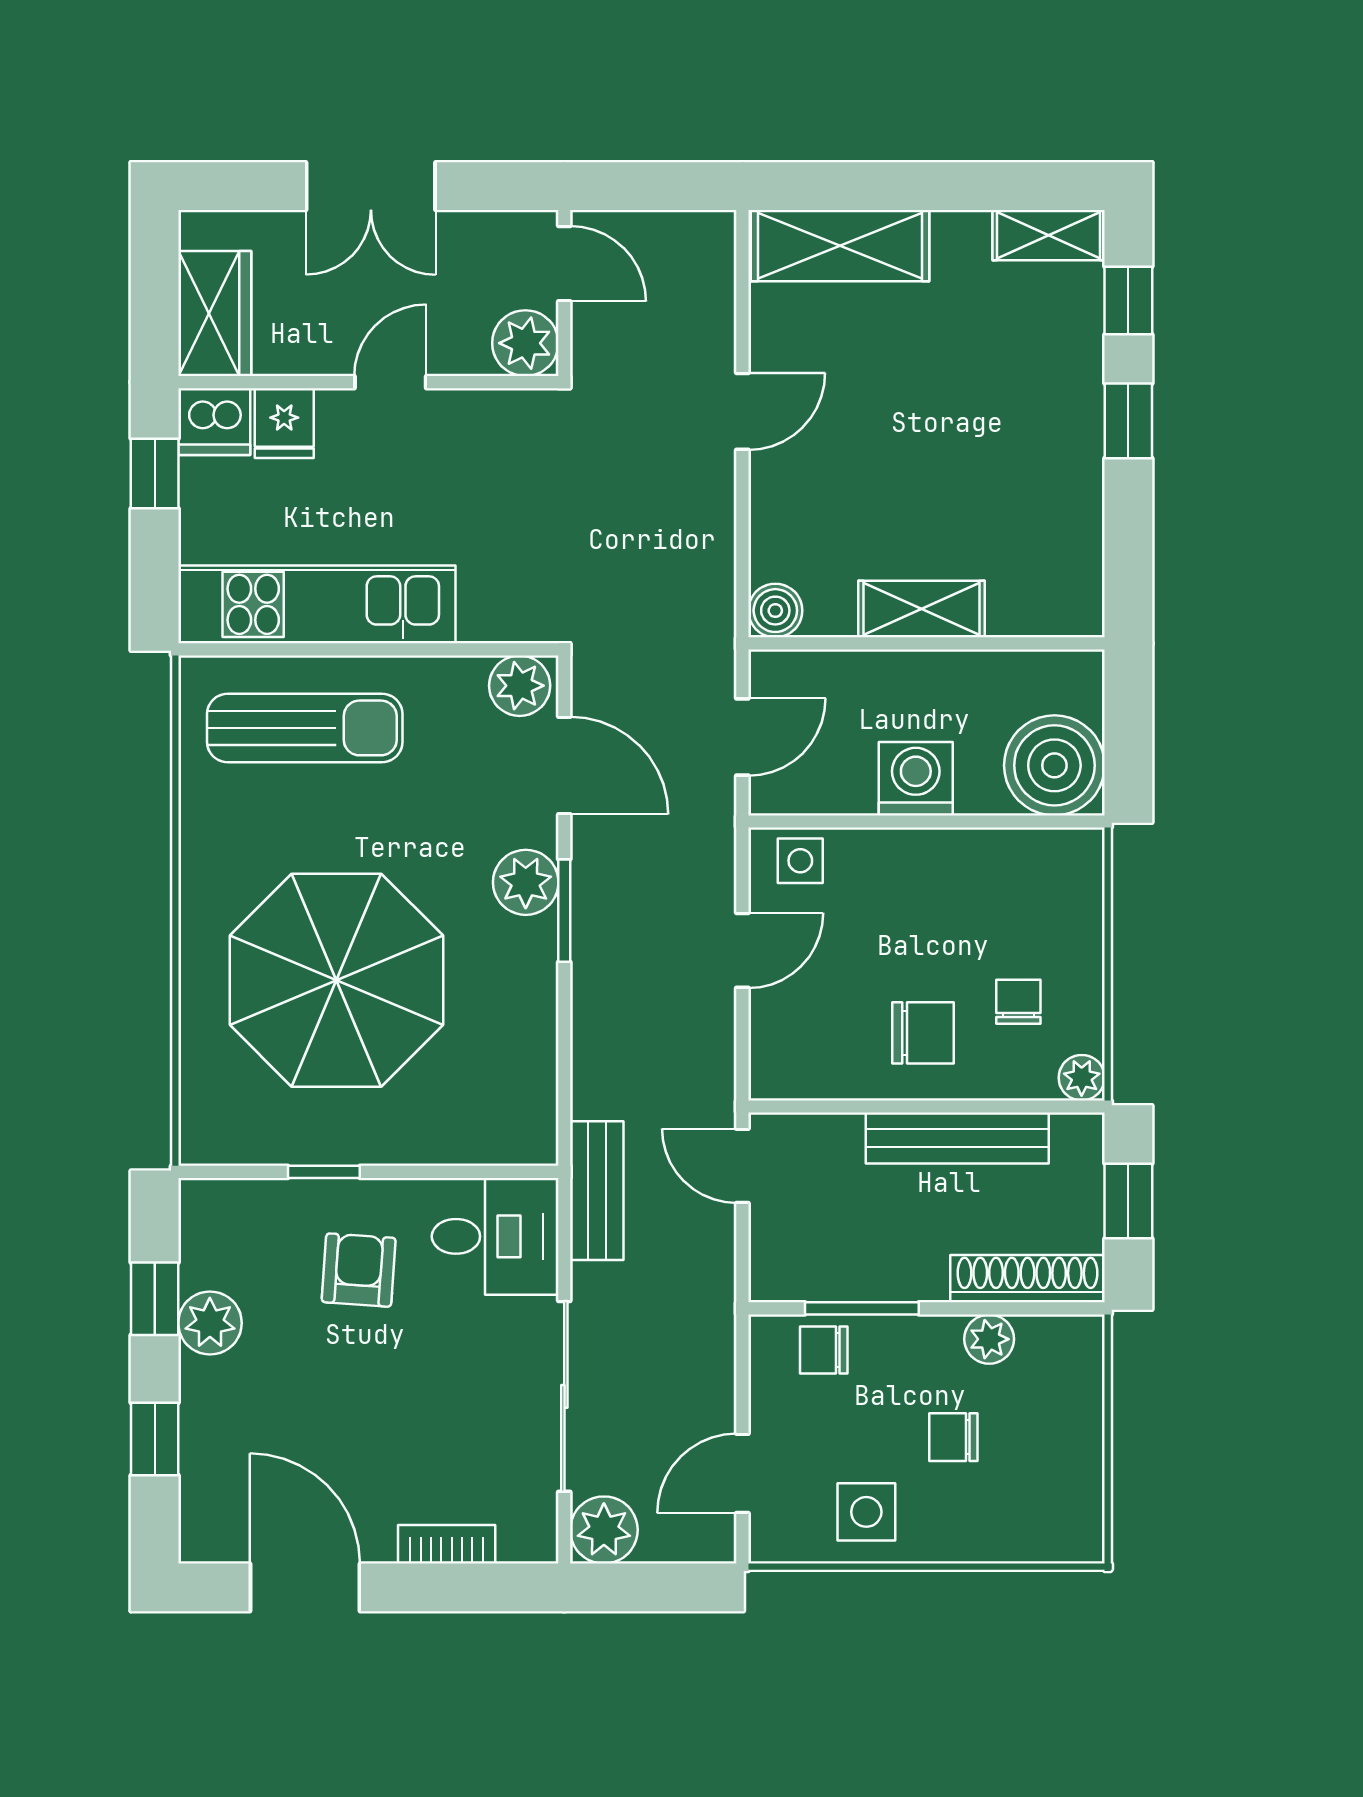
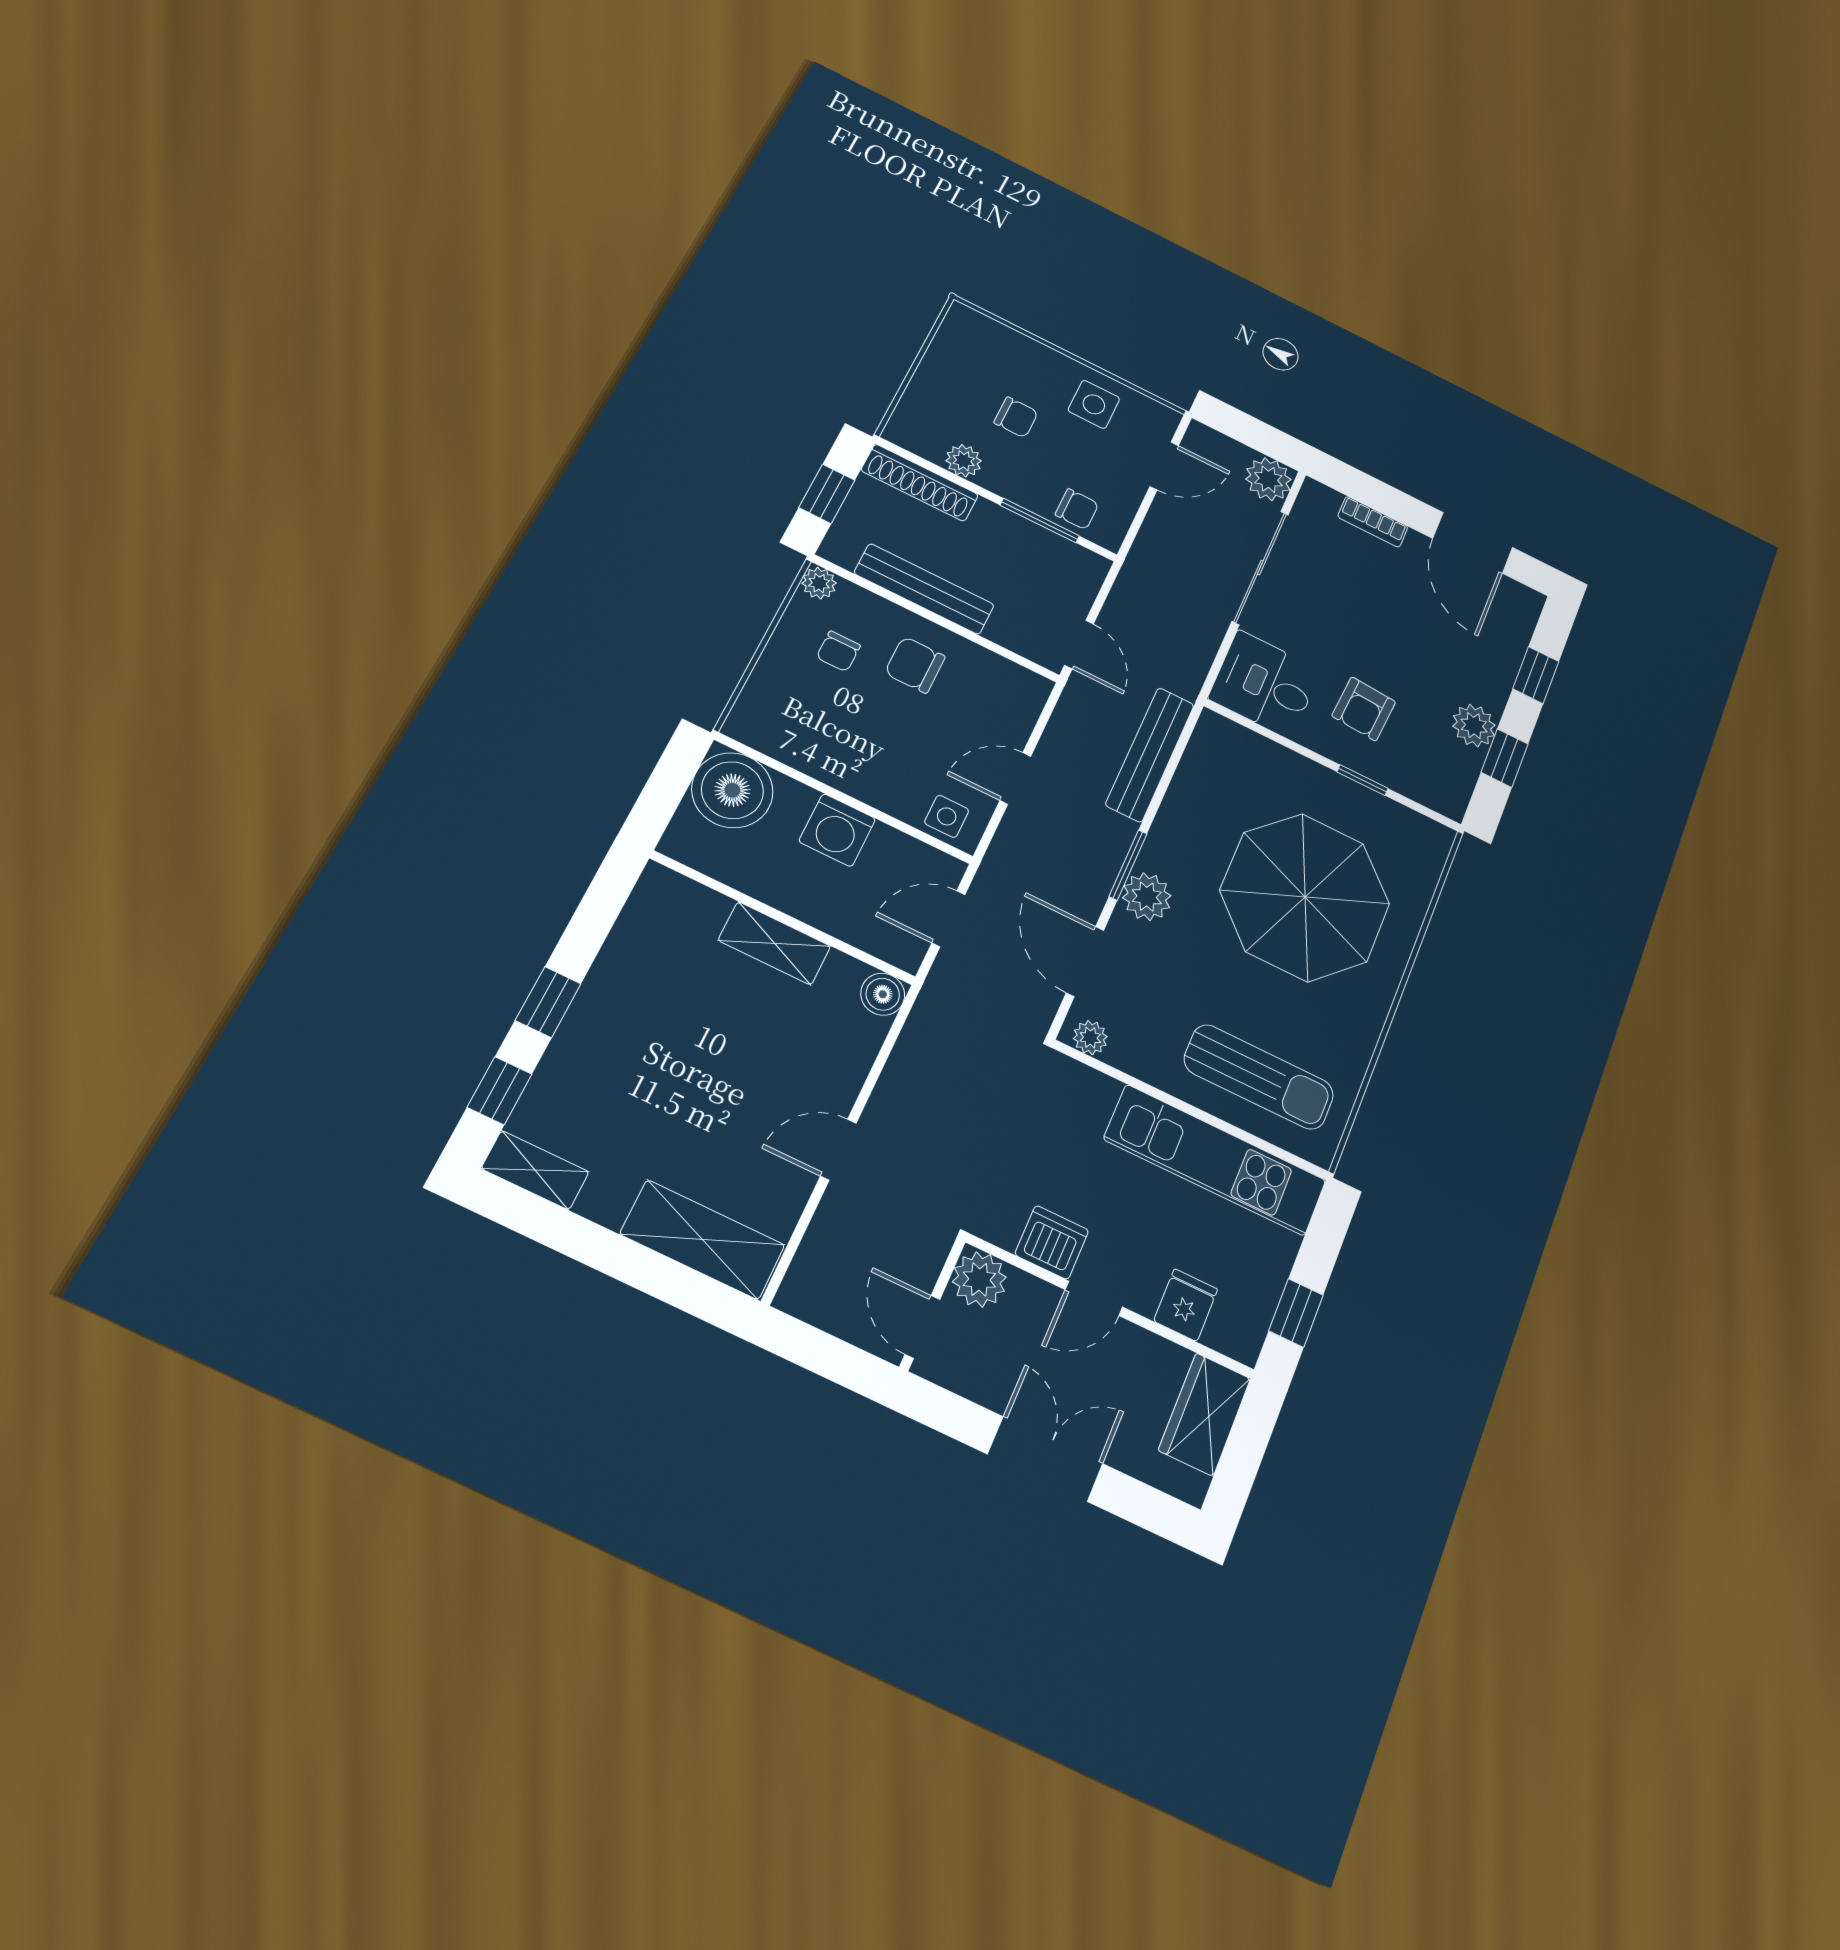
dishwasher: (214, 422) -> (1052, 1242), moved
plant: (520, 686) -> (1090, 1038), width x0.73, depth x0.73
sun lounger: (305, 728) -> (1259, 1077), turned 180
bench: (597, 1191) -> (1150, 754), moved, width x1.36

